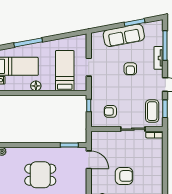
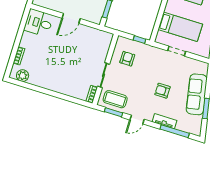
door: (89, 160) -> (71, 18), moved
armchair: (124, 176) -> (61, 53), removed

